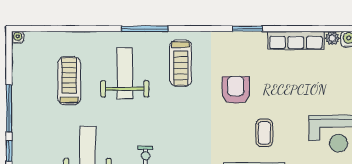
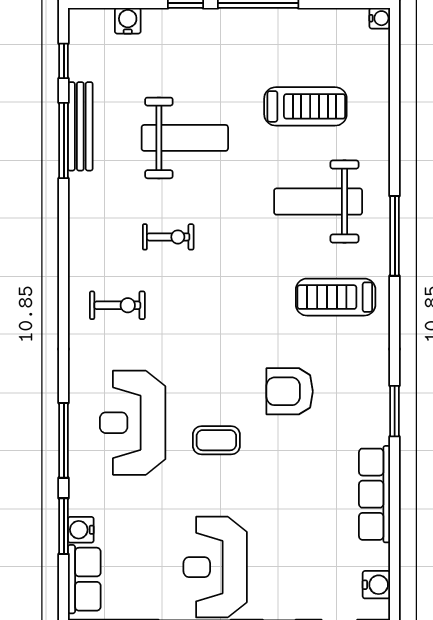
plant: (332, 38) -> (378, 557), removed
weight bench: (125, 73) -> (318, 202), turned 180
armchair: (236, 90) -> (290, 391), turned 180

